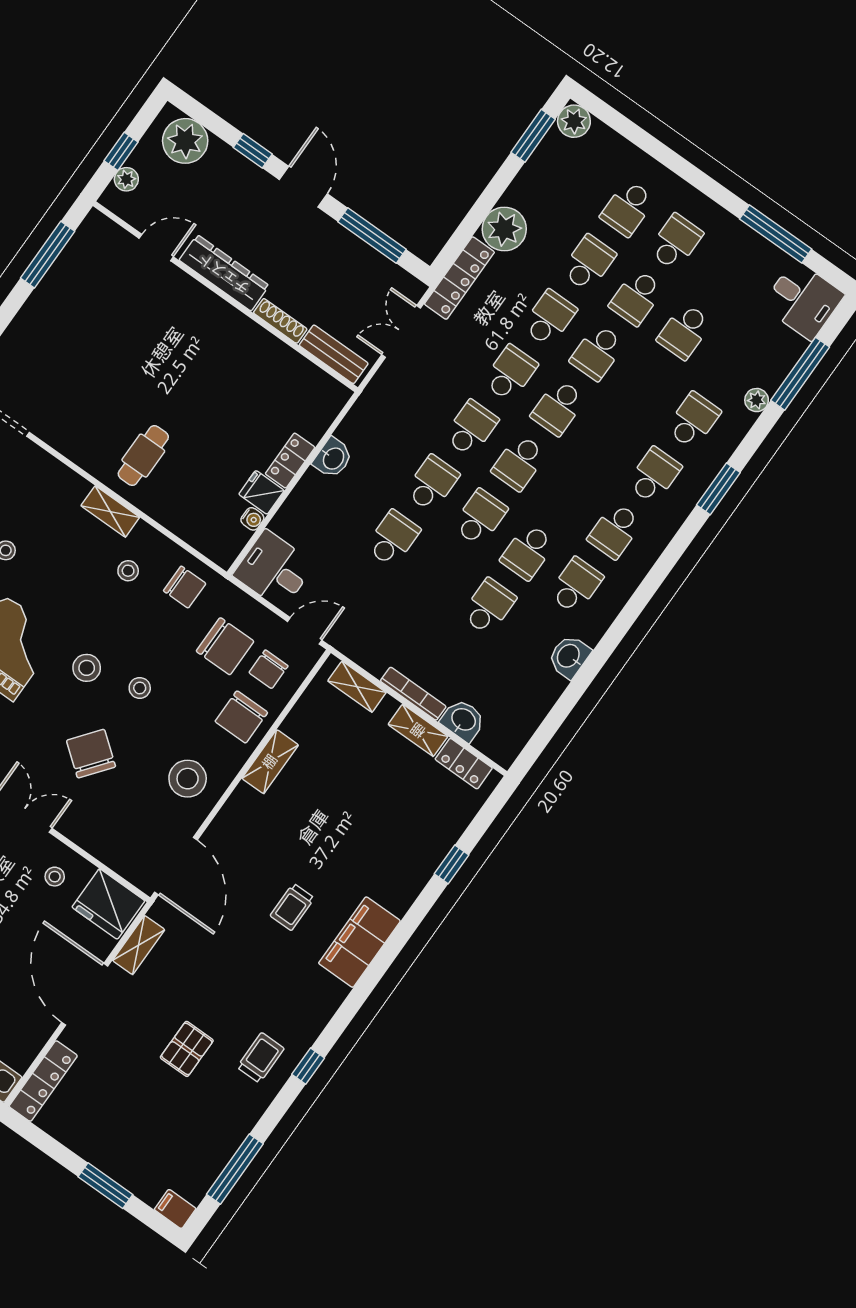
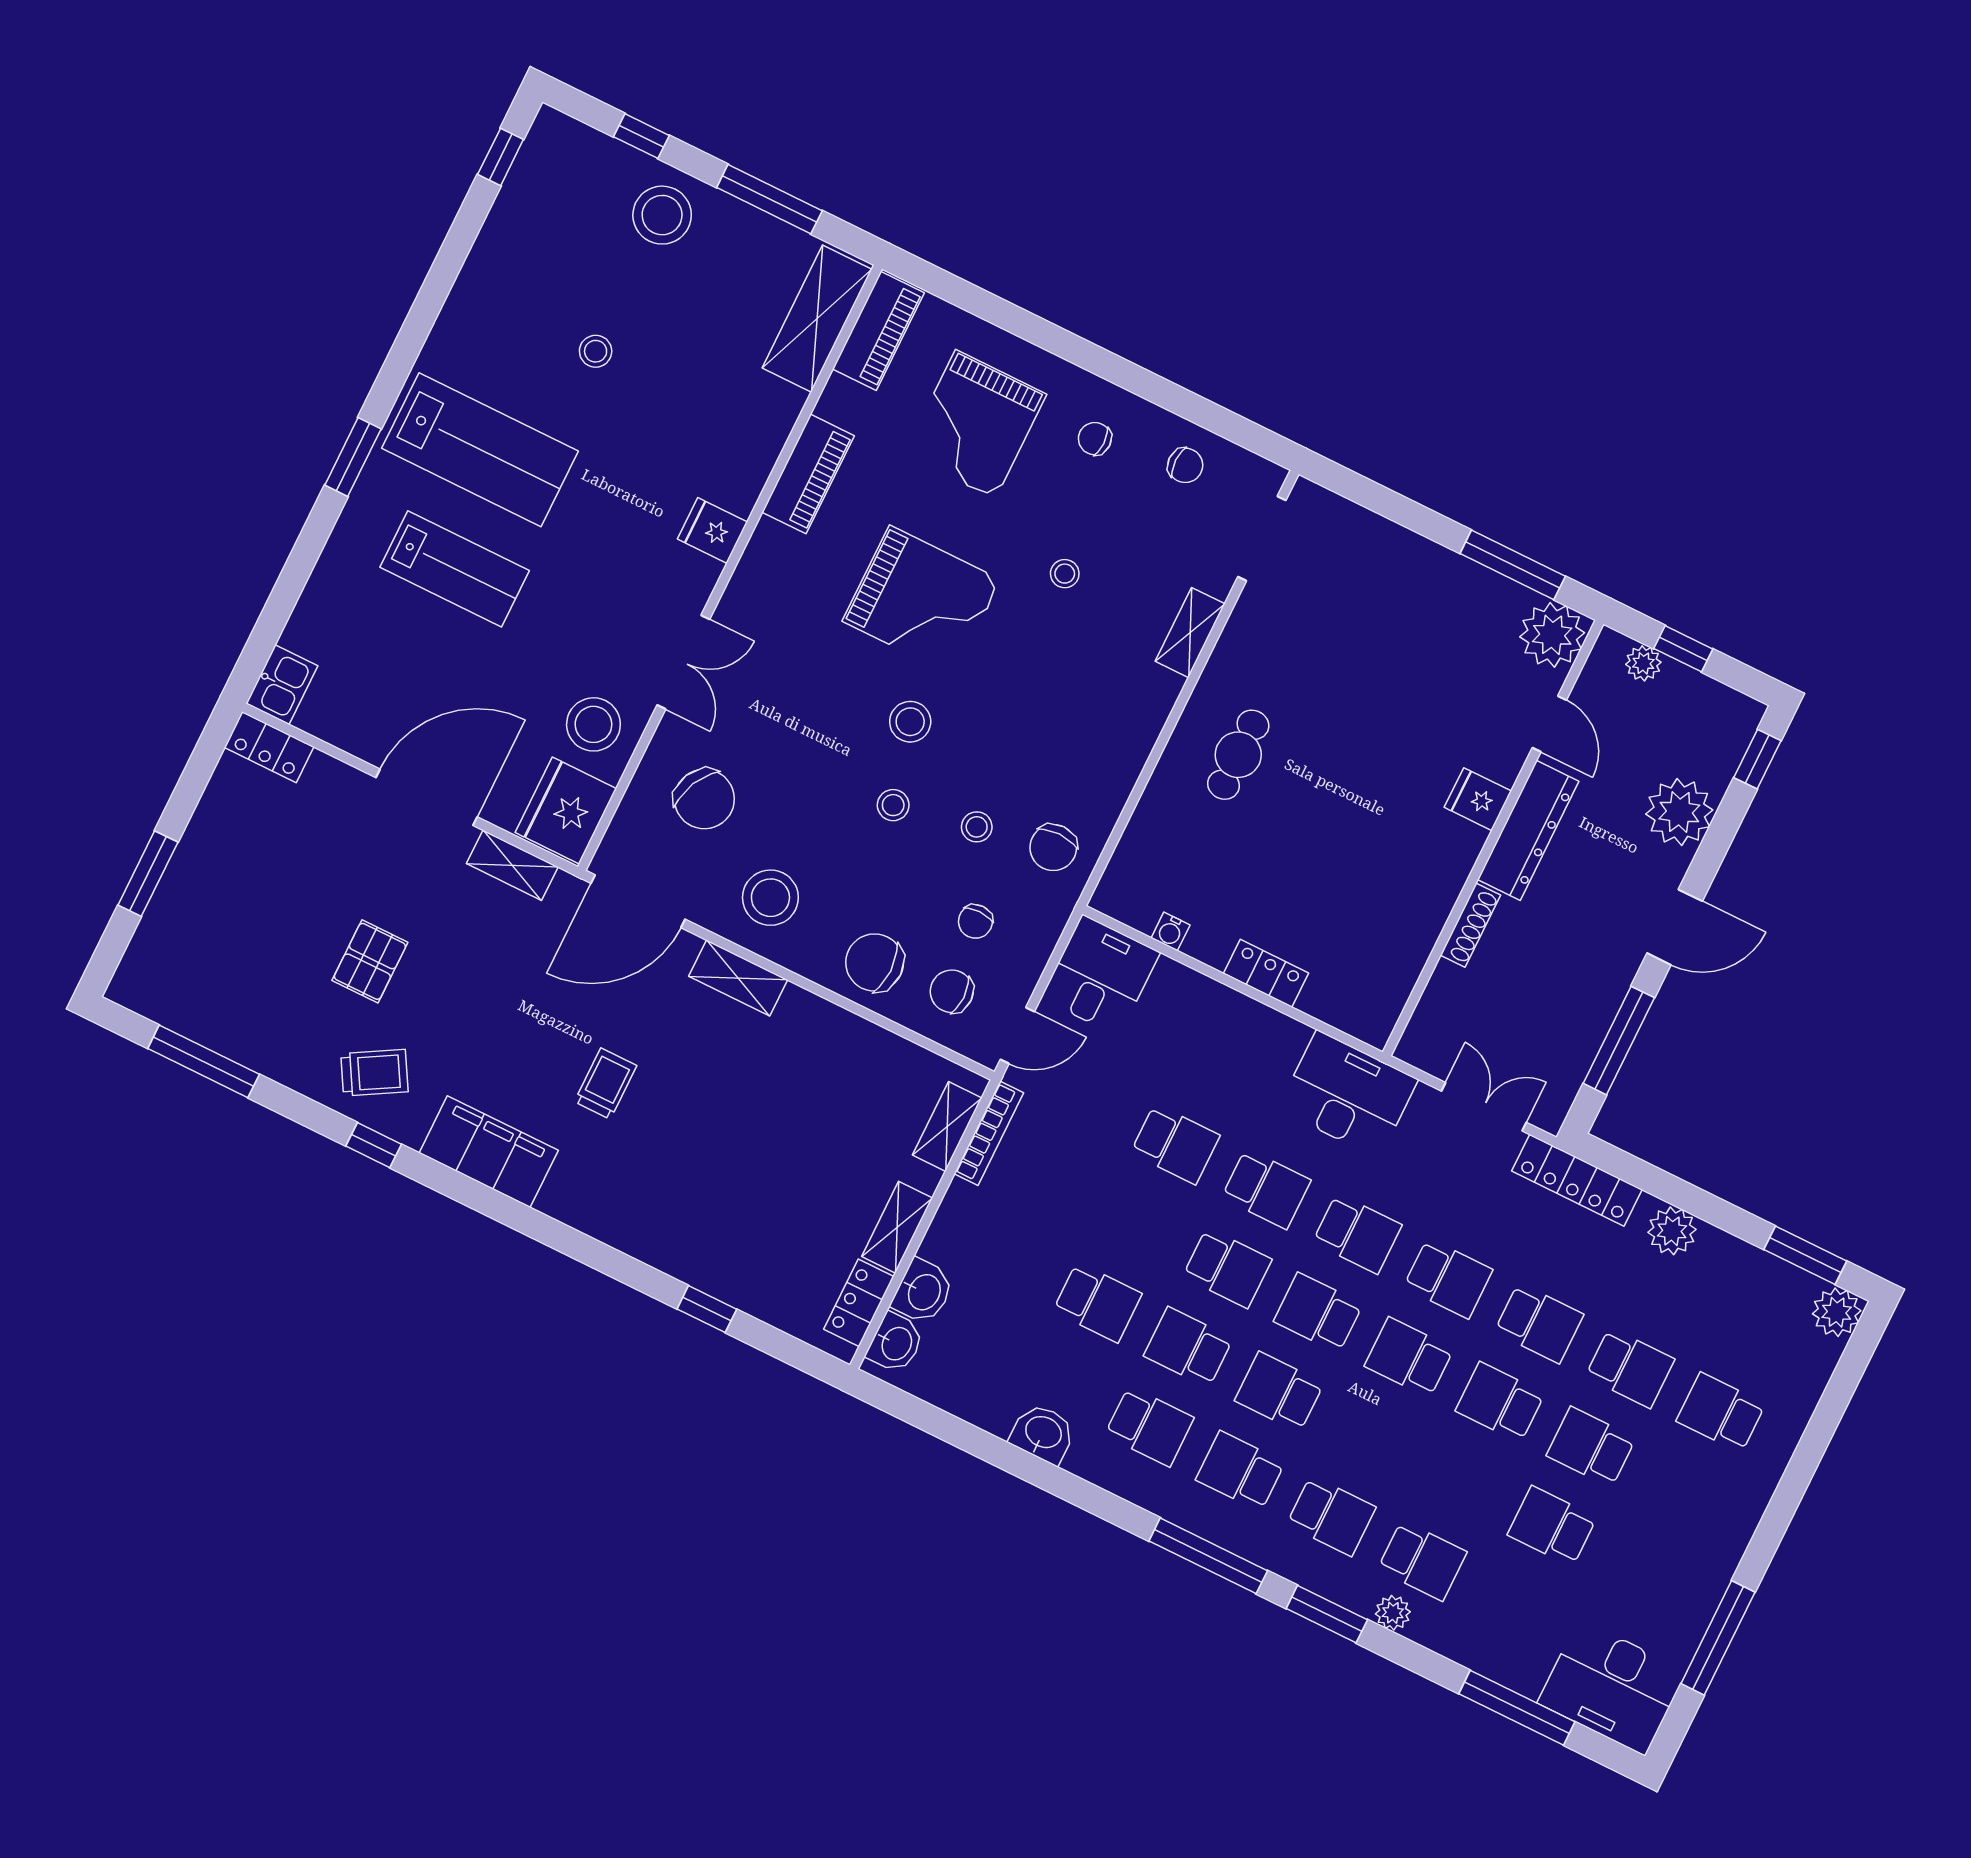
plant: (185, 141) -> (1679, 812), moved
window: (253, 151) -> (1757, 759), moved
plant: (504, 229) -> (1672, 1231), width x0.73, depth x0.73
plant: (98, 236) -> (1552, 635), added
school desk: (676, 242) -> (1279, 1392), moved, turned 180
desk: (803, 300) -> (1612, 1687), width x1.37
bench: (334, 354) -> (1434, 1012), removed
plant: (757, 400) -> (1393, 1613), moved
desk: (378, 420) -> (1348, 1094), added
cafe table: (143, 456) -> (1238, 755), turned 90
washbasin: (333, 458) -> (896, 1343), moved, turned -90
fridge: (261, 492) -> (1478, 799), moved, turned -90
shelving: (110, 511) -> (1190, 633), moved
window: (667, 561) -> (1208, 1556), added
stool: (128, 571) -> (977, 827), moved
door: (305, 631) -> (1017, 1036), hinge flipped
chair: (225, 646) -> (975, 921), width x0.54, depth x0.54
bookcase: (413, 694) -> (989, 1133), moved
chair: (91, 754) -> (704, 799), moved, turned 78
shelving: (270, 762) -> (738, 978), moved
stool: (55, 877) -> (593, 724), width x1.89, depth x1.89
trolley: (292, 907) -> (606, 1084), turned 90
filing cabinet: (359, 942) -> (489, 1152), moved
pallet: (187, 1049) -> (370, 961), turned 90
trolley: (260, 1058) -> (374, 1073), turned -30
locker: (43, 1081) -> (269, 747), width x0.66
filing cabinet: (175, 1209) -> (130, 982), removed

